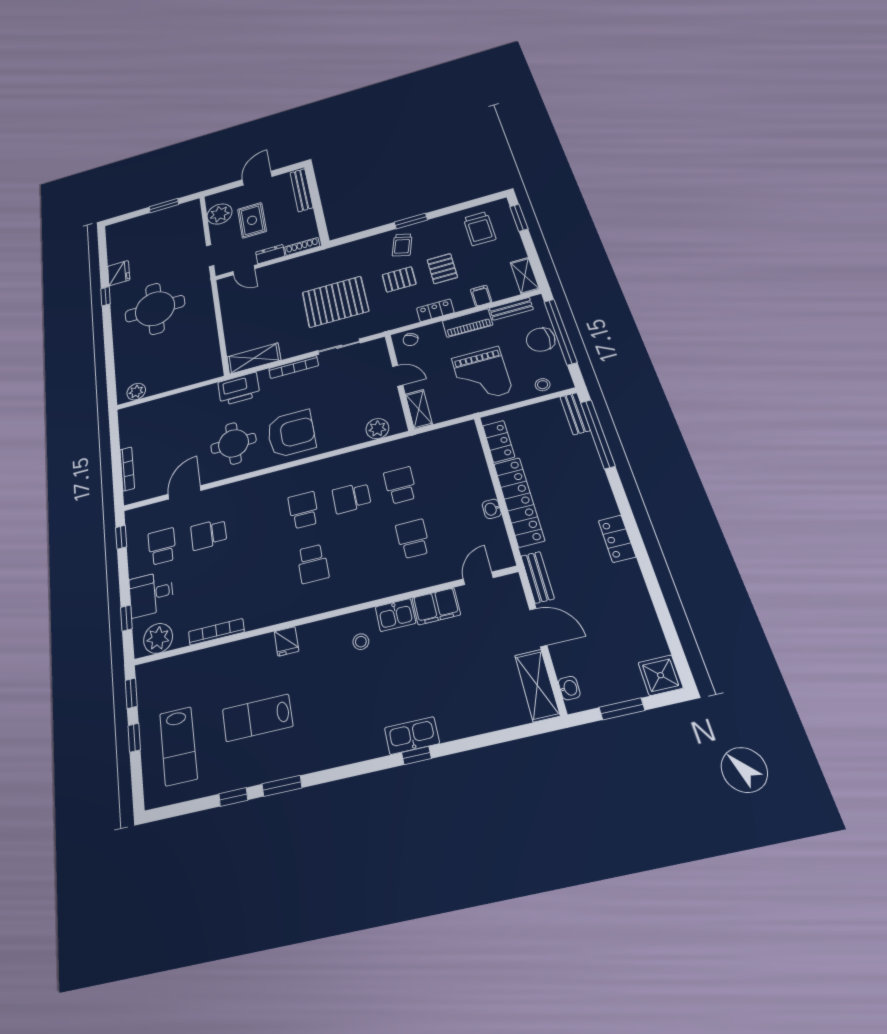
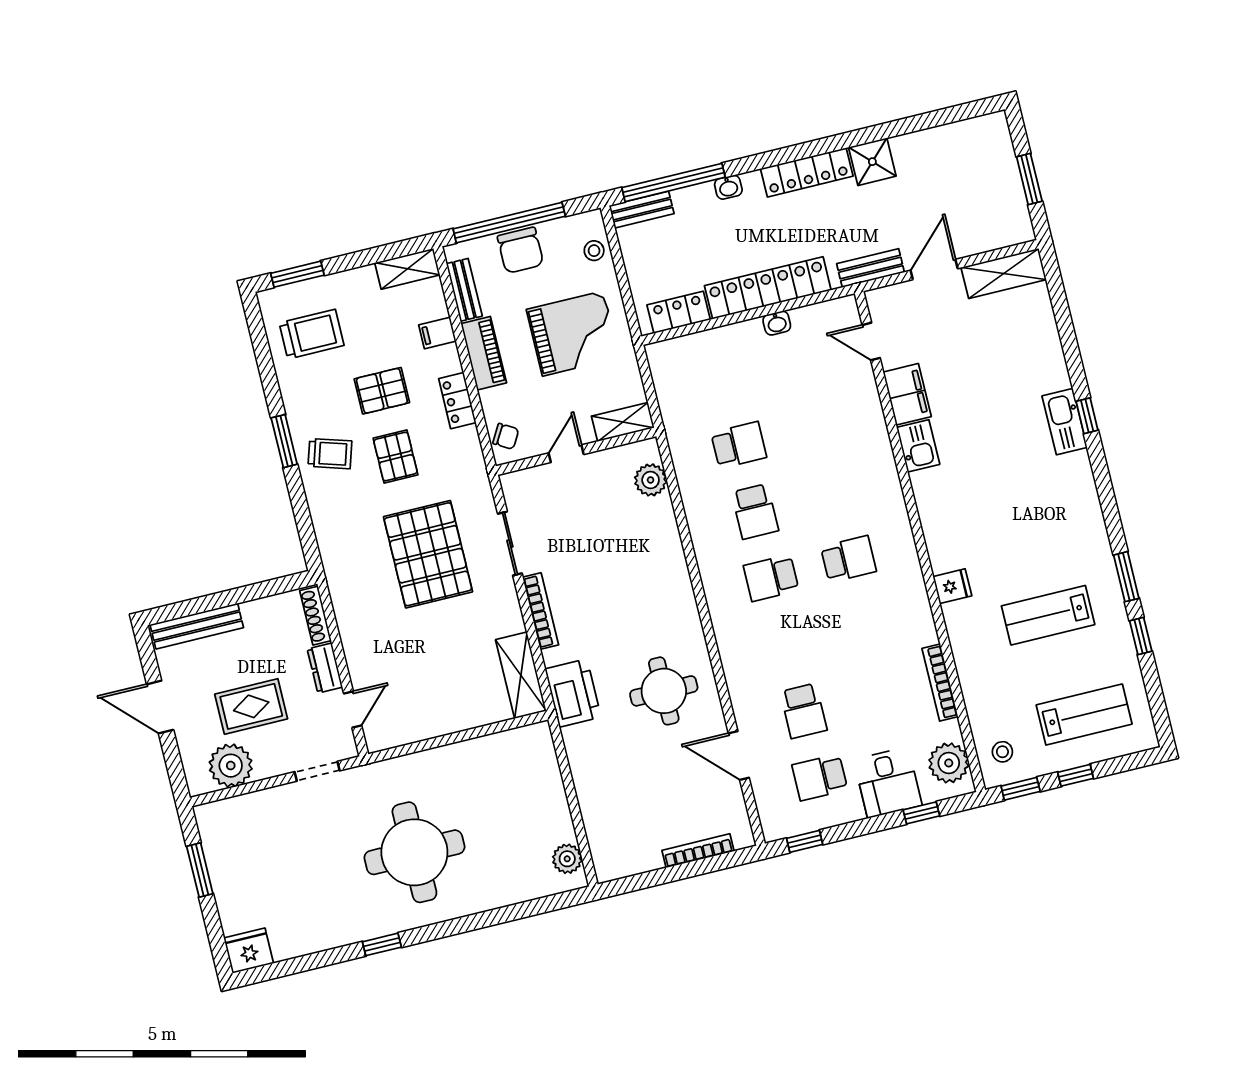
fridge: (119, 273) -> (249, 951), moved
armchair: (291, 434) -> (652, 605), removed
school desk: (400, 485) -> (739, 445), turned 180
school desk: (413, 539) -> (816, 426), removed
locker: (617, 539) -> (807, 172), width x1.53
stool: (361, 642) -> (1002, 752), moved
shower: (661, 675) -> (872, 162), moved
washbasin: (569, 688) -> (728, 187), moved, turned 180
lab bench: (257, 718) -> (1048, 615), turned 90

